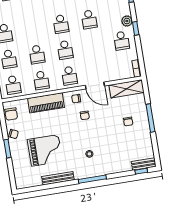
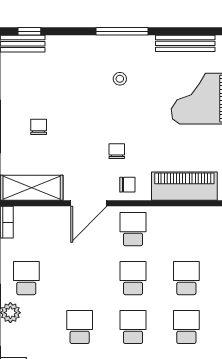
school desk: (41, 80) -> (186, 327), moved
door: (95, 86) -> (89, 203), swing flipped

